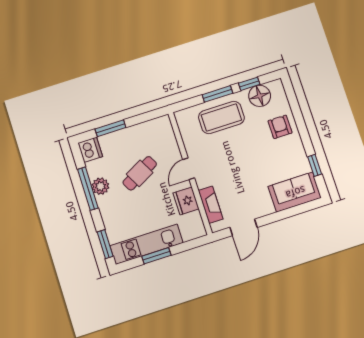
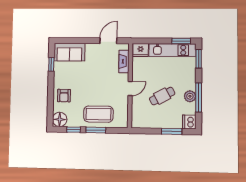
floor lamp: (260, 96) -> (60, 119), moved
fridge: (186, 201) -> (141, 50), moved, turned 90
window: (156, 256) -> (181, 41), moved

